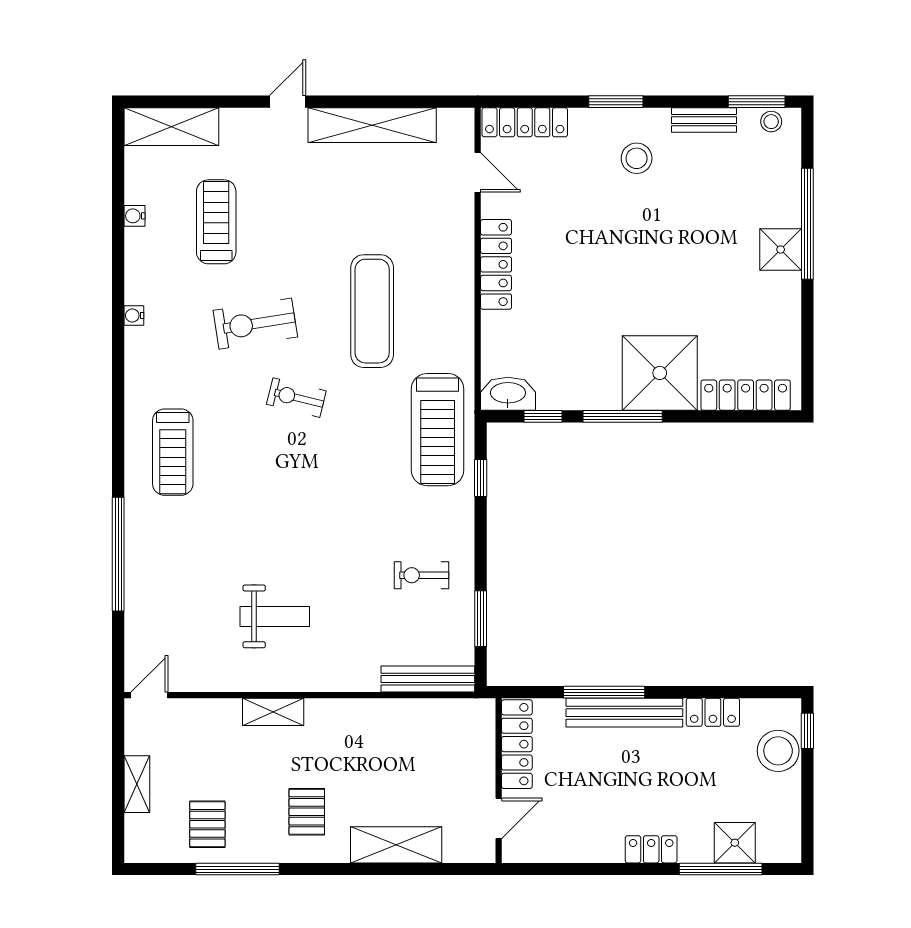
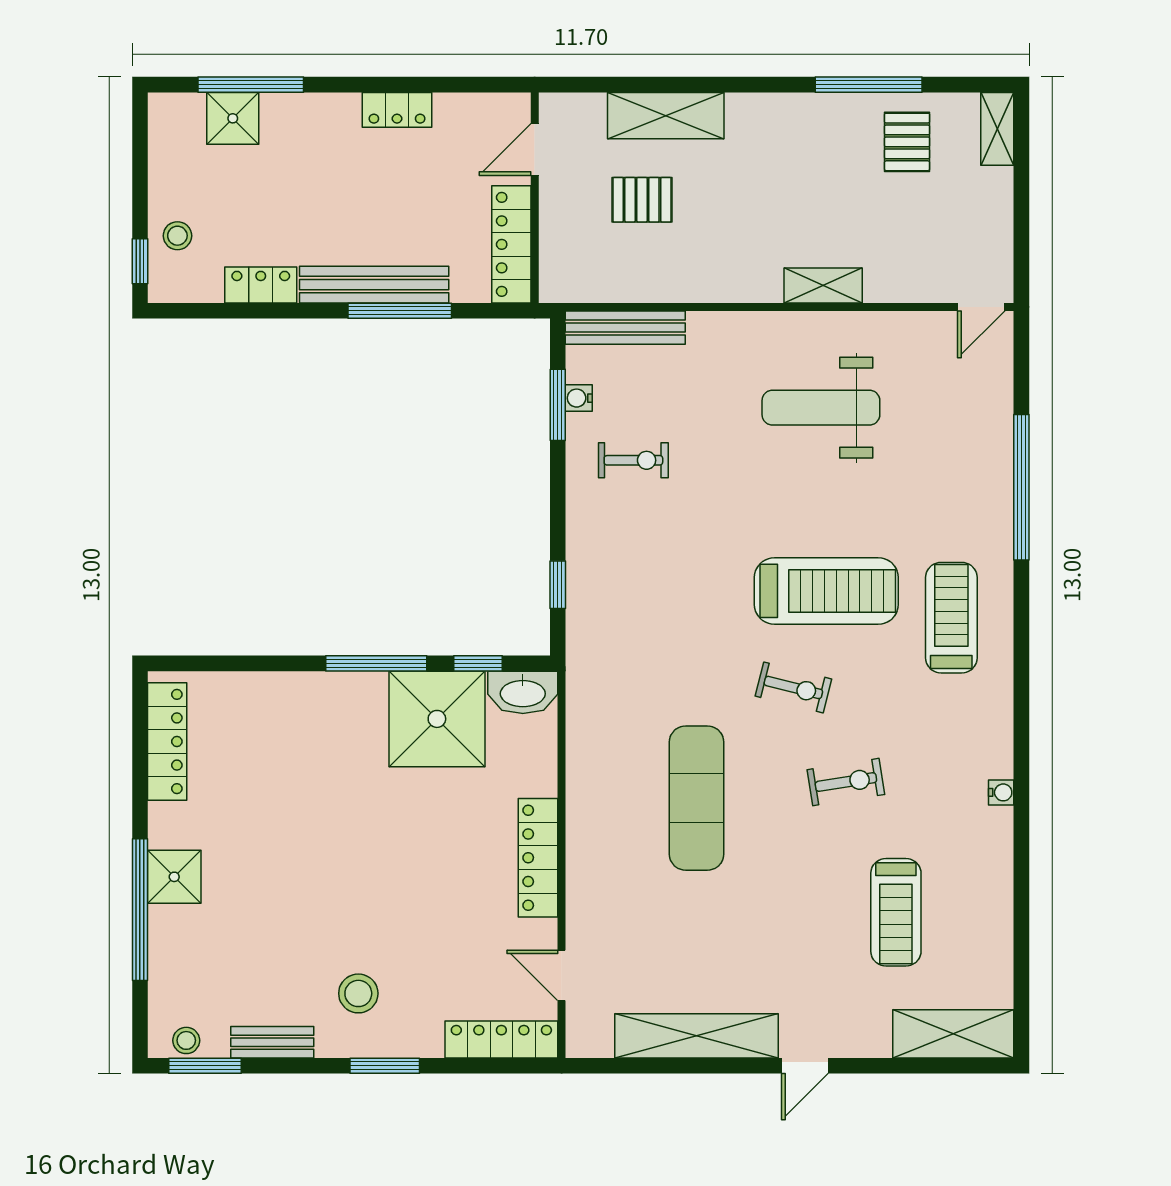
water cooler: (134, 216) -> (579, 398), moved, turned 180
exercise bike: (255, 324) -> (846, 782), width x0.73, depth x0.72
shower: (660, 373) -> (437, 719), moved
locker: (746, 395) -> (167, 742), moved, turned -90
treadmill: (438, 430) -> (826, 591), moved, turned 90
weight bench: (275, 616) -> (821, 408), width x1.36, depth x1.33
stool: (778, 751) -> (177, 236), width x0.53, depth x0.53
shelving: (137, 784) -> (997, 129), moved
pallet: (307, 812) -> (642, 200), moved, turned 90
locker: (651, 849) -> (397, 110), moved

